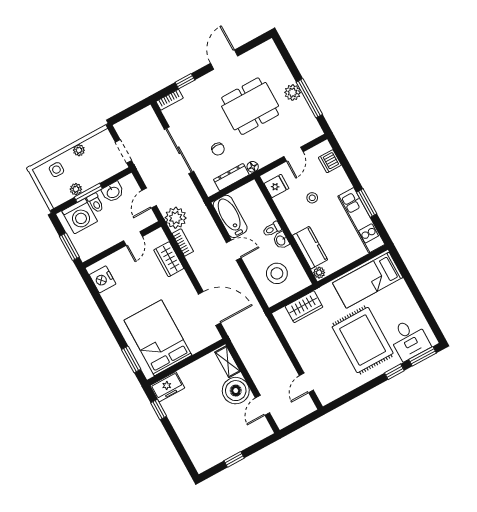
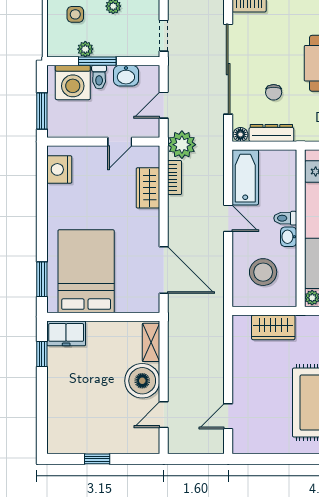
sliding door: (179, 150) -> (228, 69), width x1.36
floor lamp: (253, 167) -> (240, 134), moved

